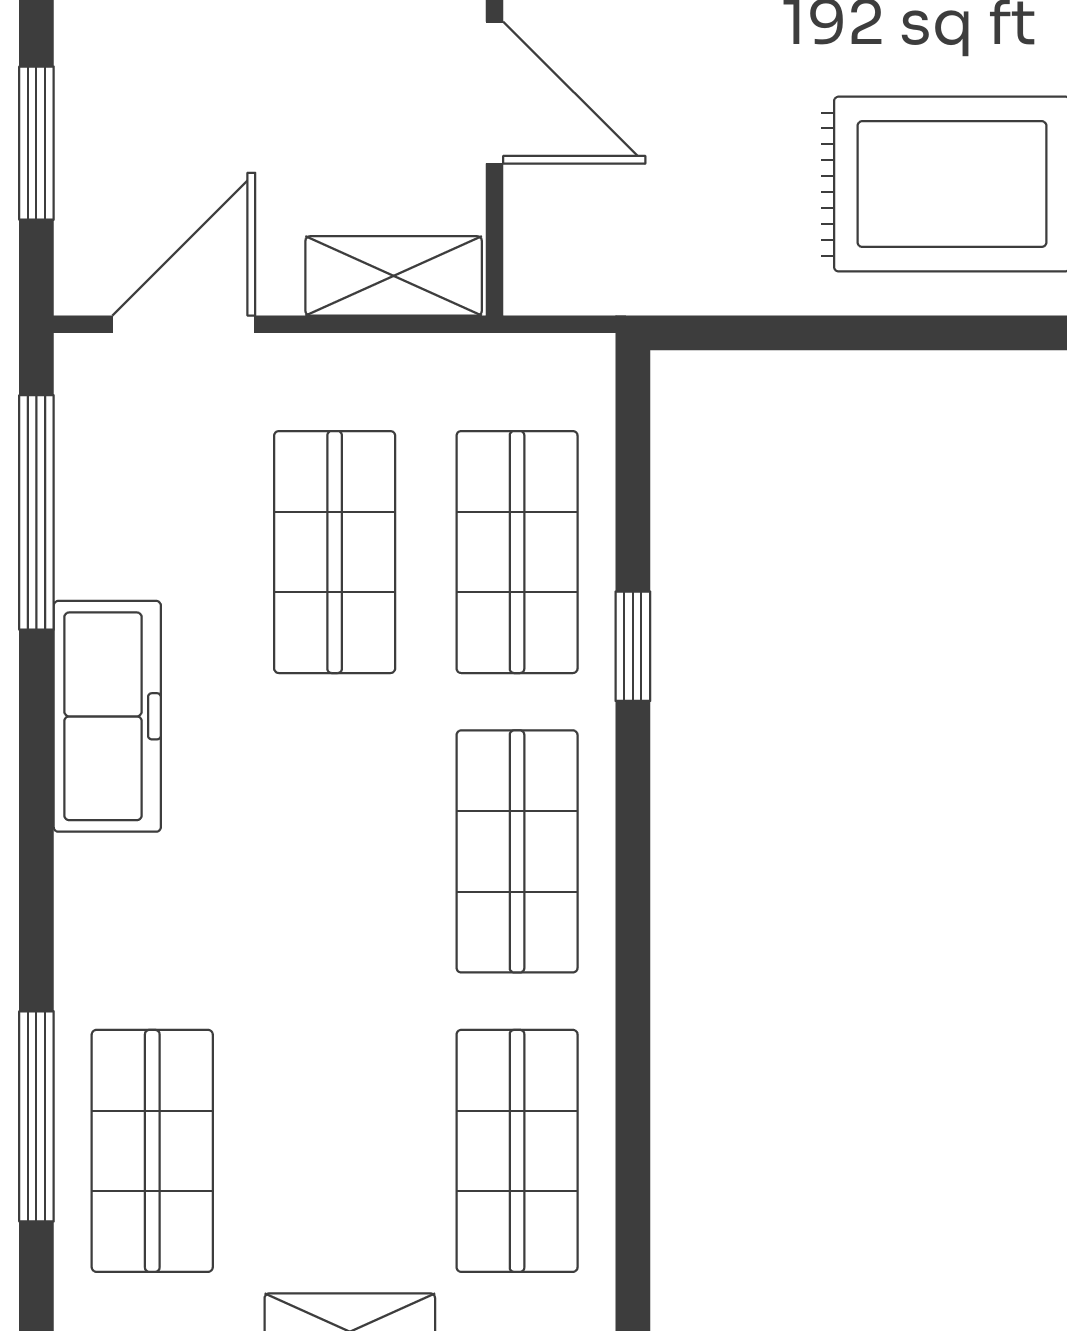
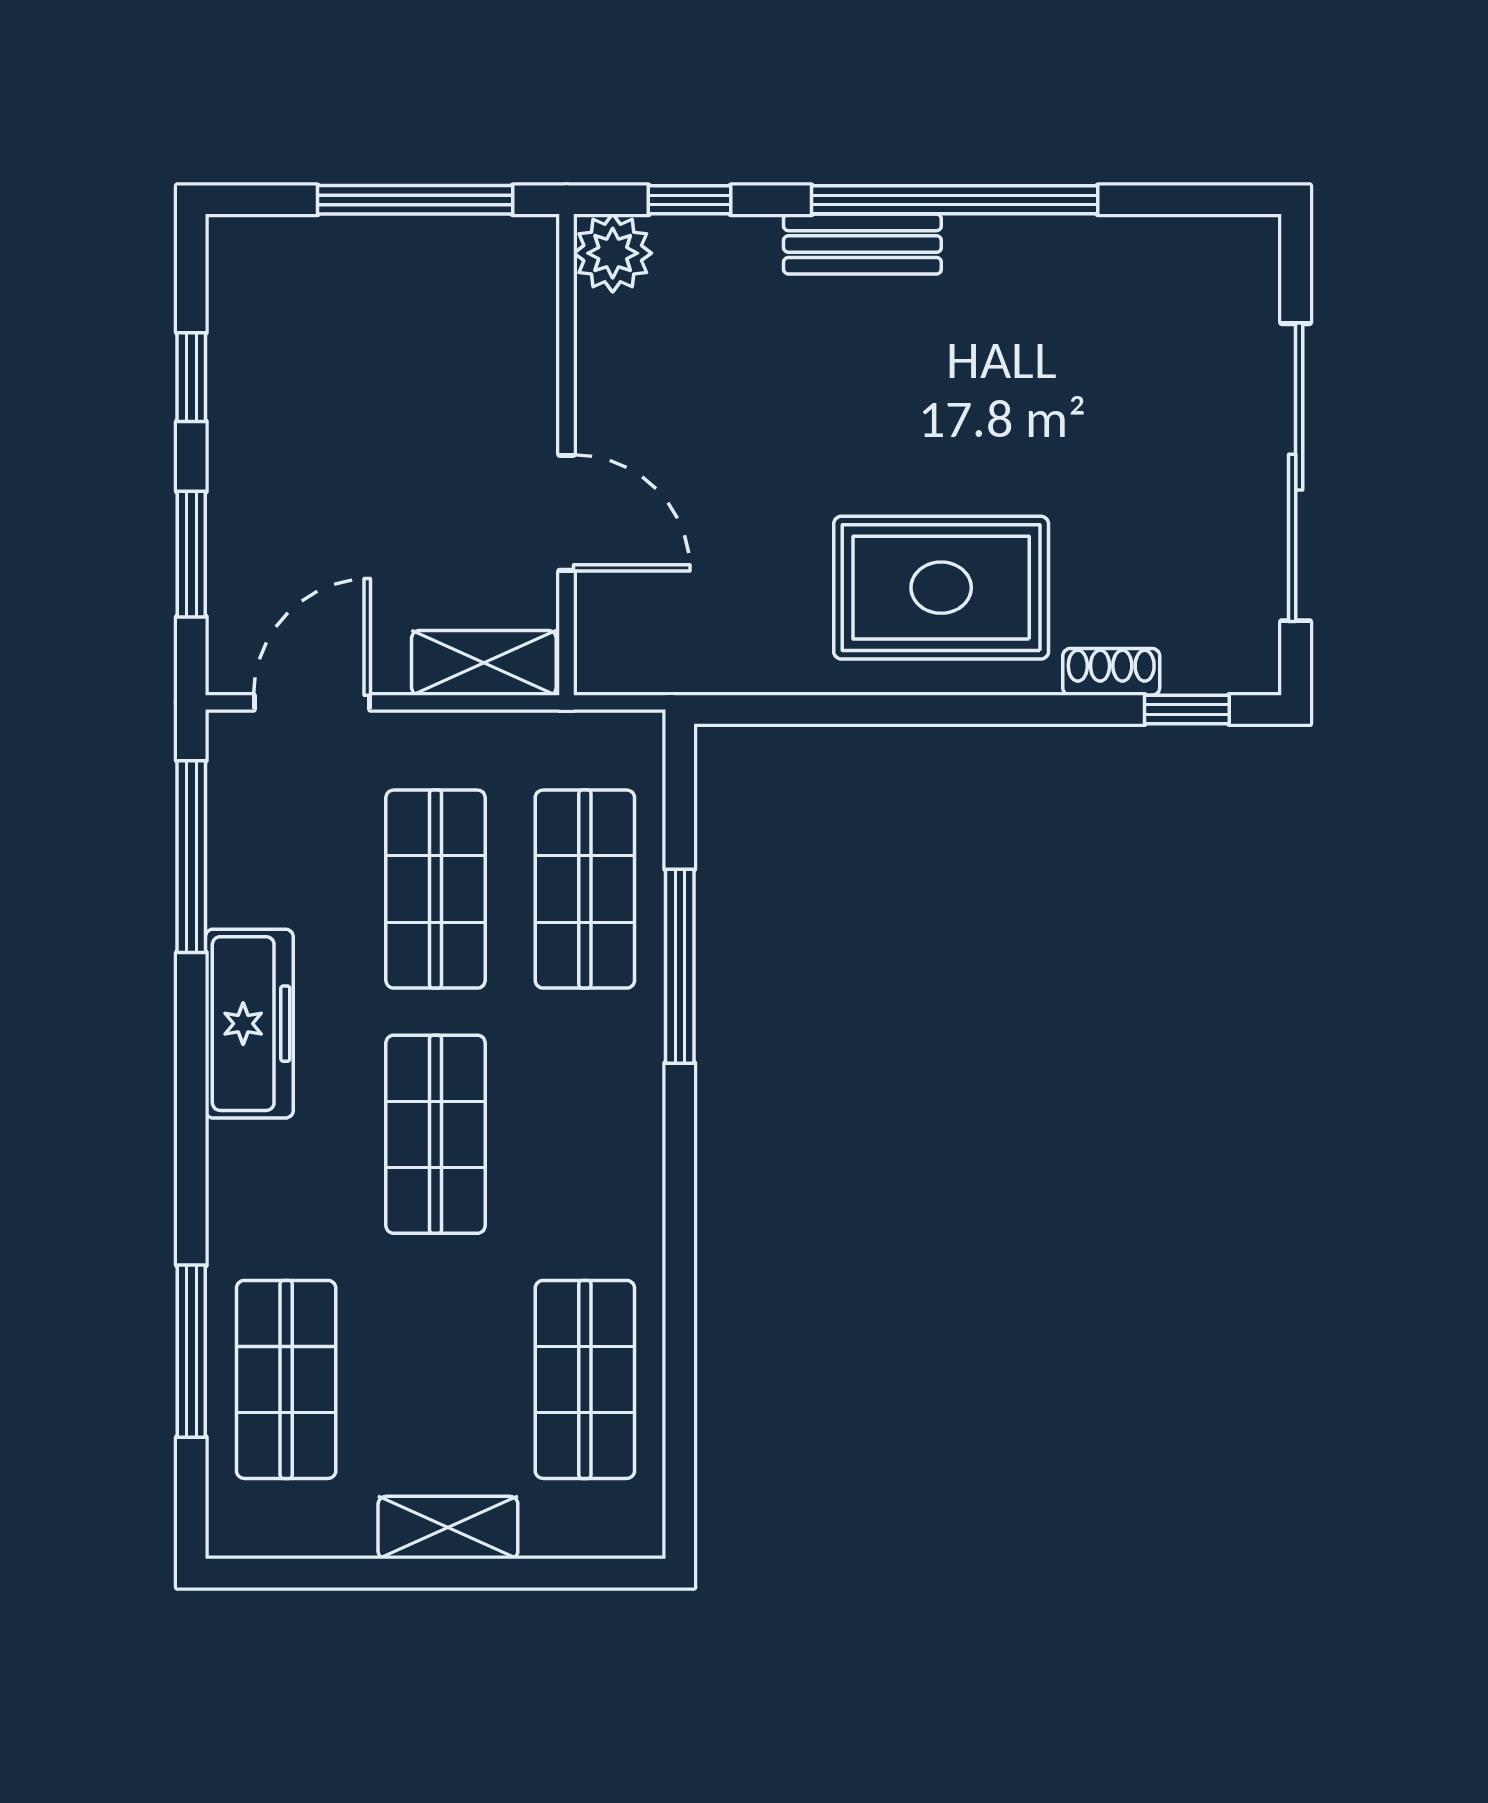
window: (633, 646) -> (680, 966), width x2.17
shop shelf: (517, 851) -> (436, 1134), moved

